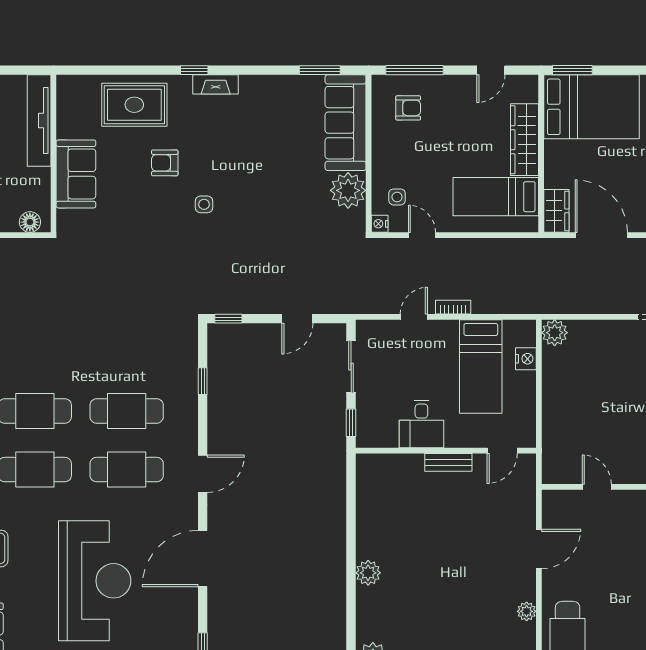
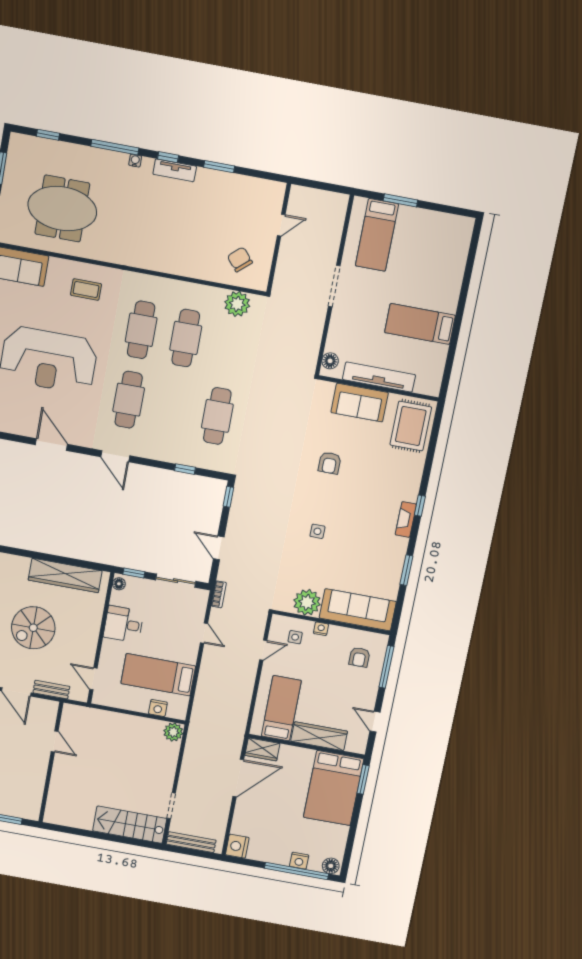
window: (320, 70) -> (406, 570), moved
rug: (134, 105) -> (411, 426), moved
tv unit: (39, 121) -> (379, 377), moved
armchair: (165, 163) -> (330, 463), moved, turned 180
side table: (204, 204) -> (317, 531), moved
nightstand: (380, 224) -> (321, 629), moved
bookcase: (453, 307) -> (219, 594), moved
cafe table: (127, 411) -> (217, 416), moved
floor lamp: (369, 440) -> (119, 584), added
bench: (448, 462) -> (51, 690), moved, turned 90
door: (597, 487) -> (55, 741), hinge flipped
wardrobe: (371, 511) -> (65, 575), added
spiral stairs: (448, 541) -> (33, 628), added
door: (203, 559) -> (51, 445), width x0.73
plant: (368, 573) -> (20, 565), removed

